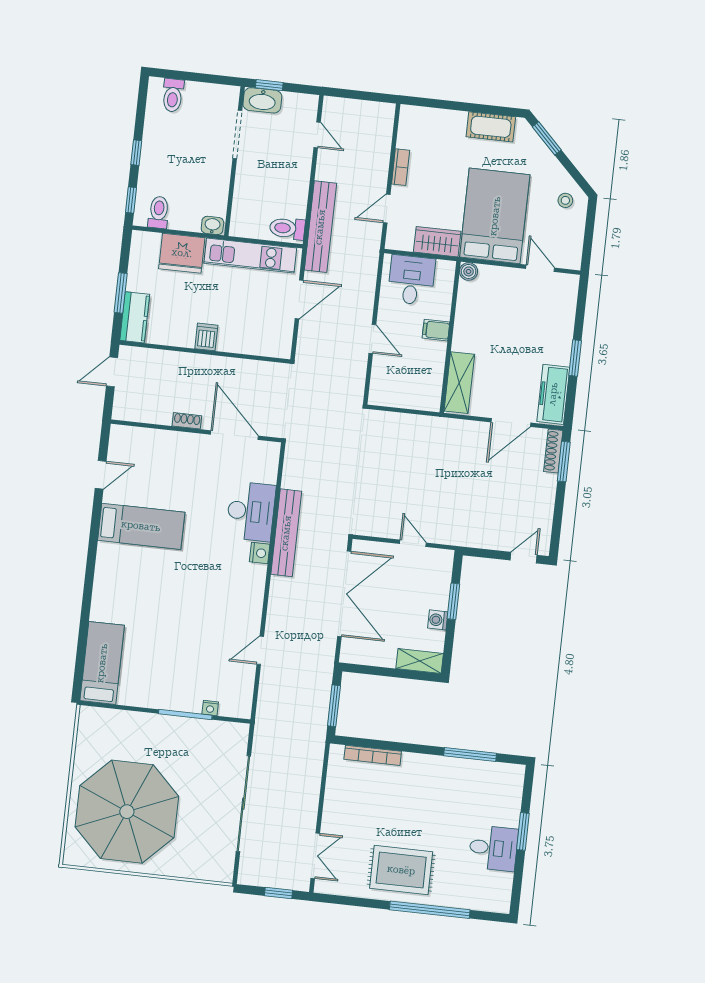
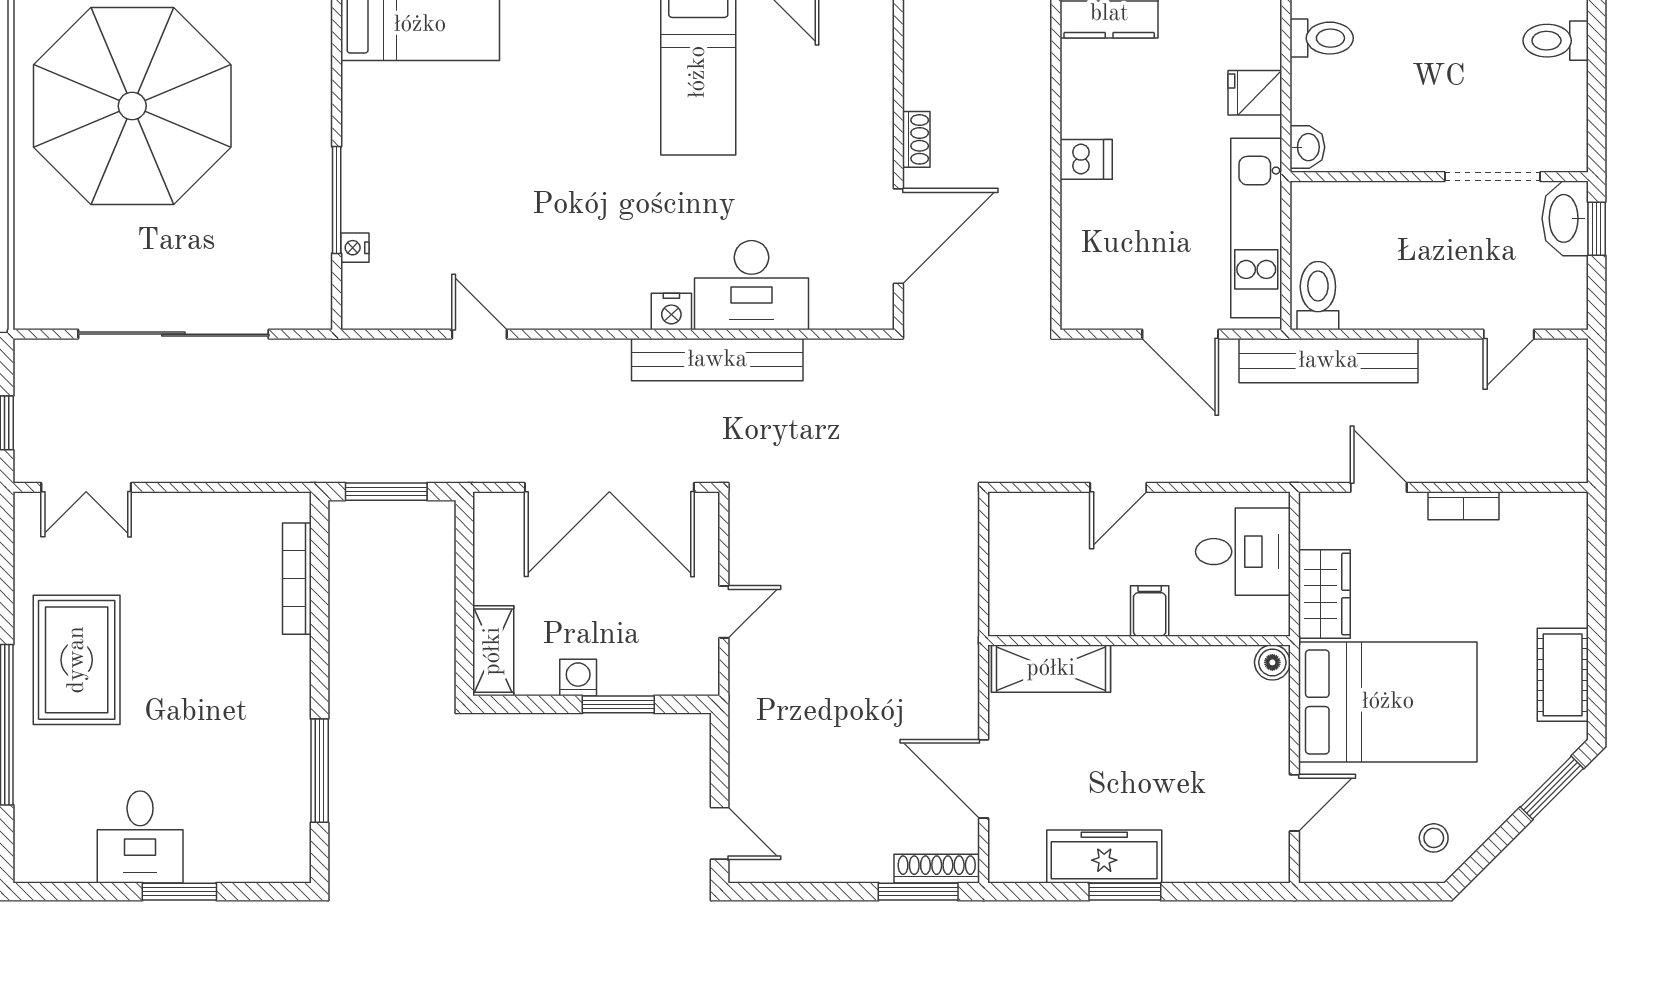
fridge: (182, 253) -> (1255, 93), width x0.53, depth x0.75
freezer: (553, 394) -> (1104, 856), moved

